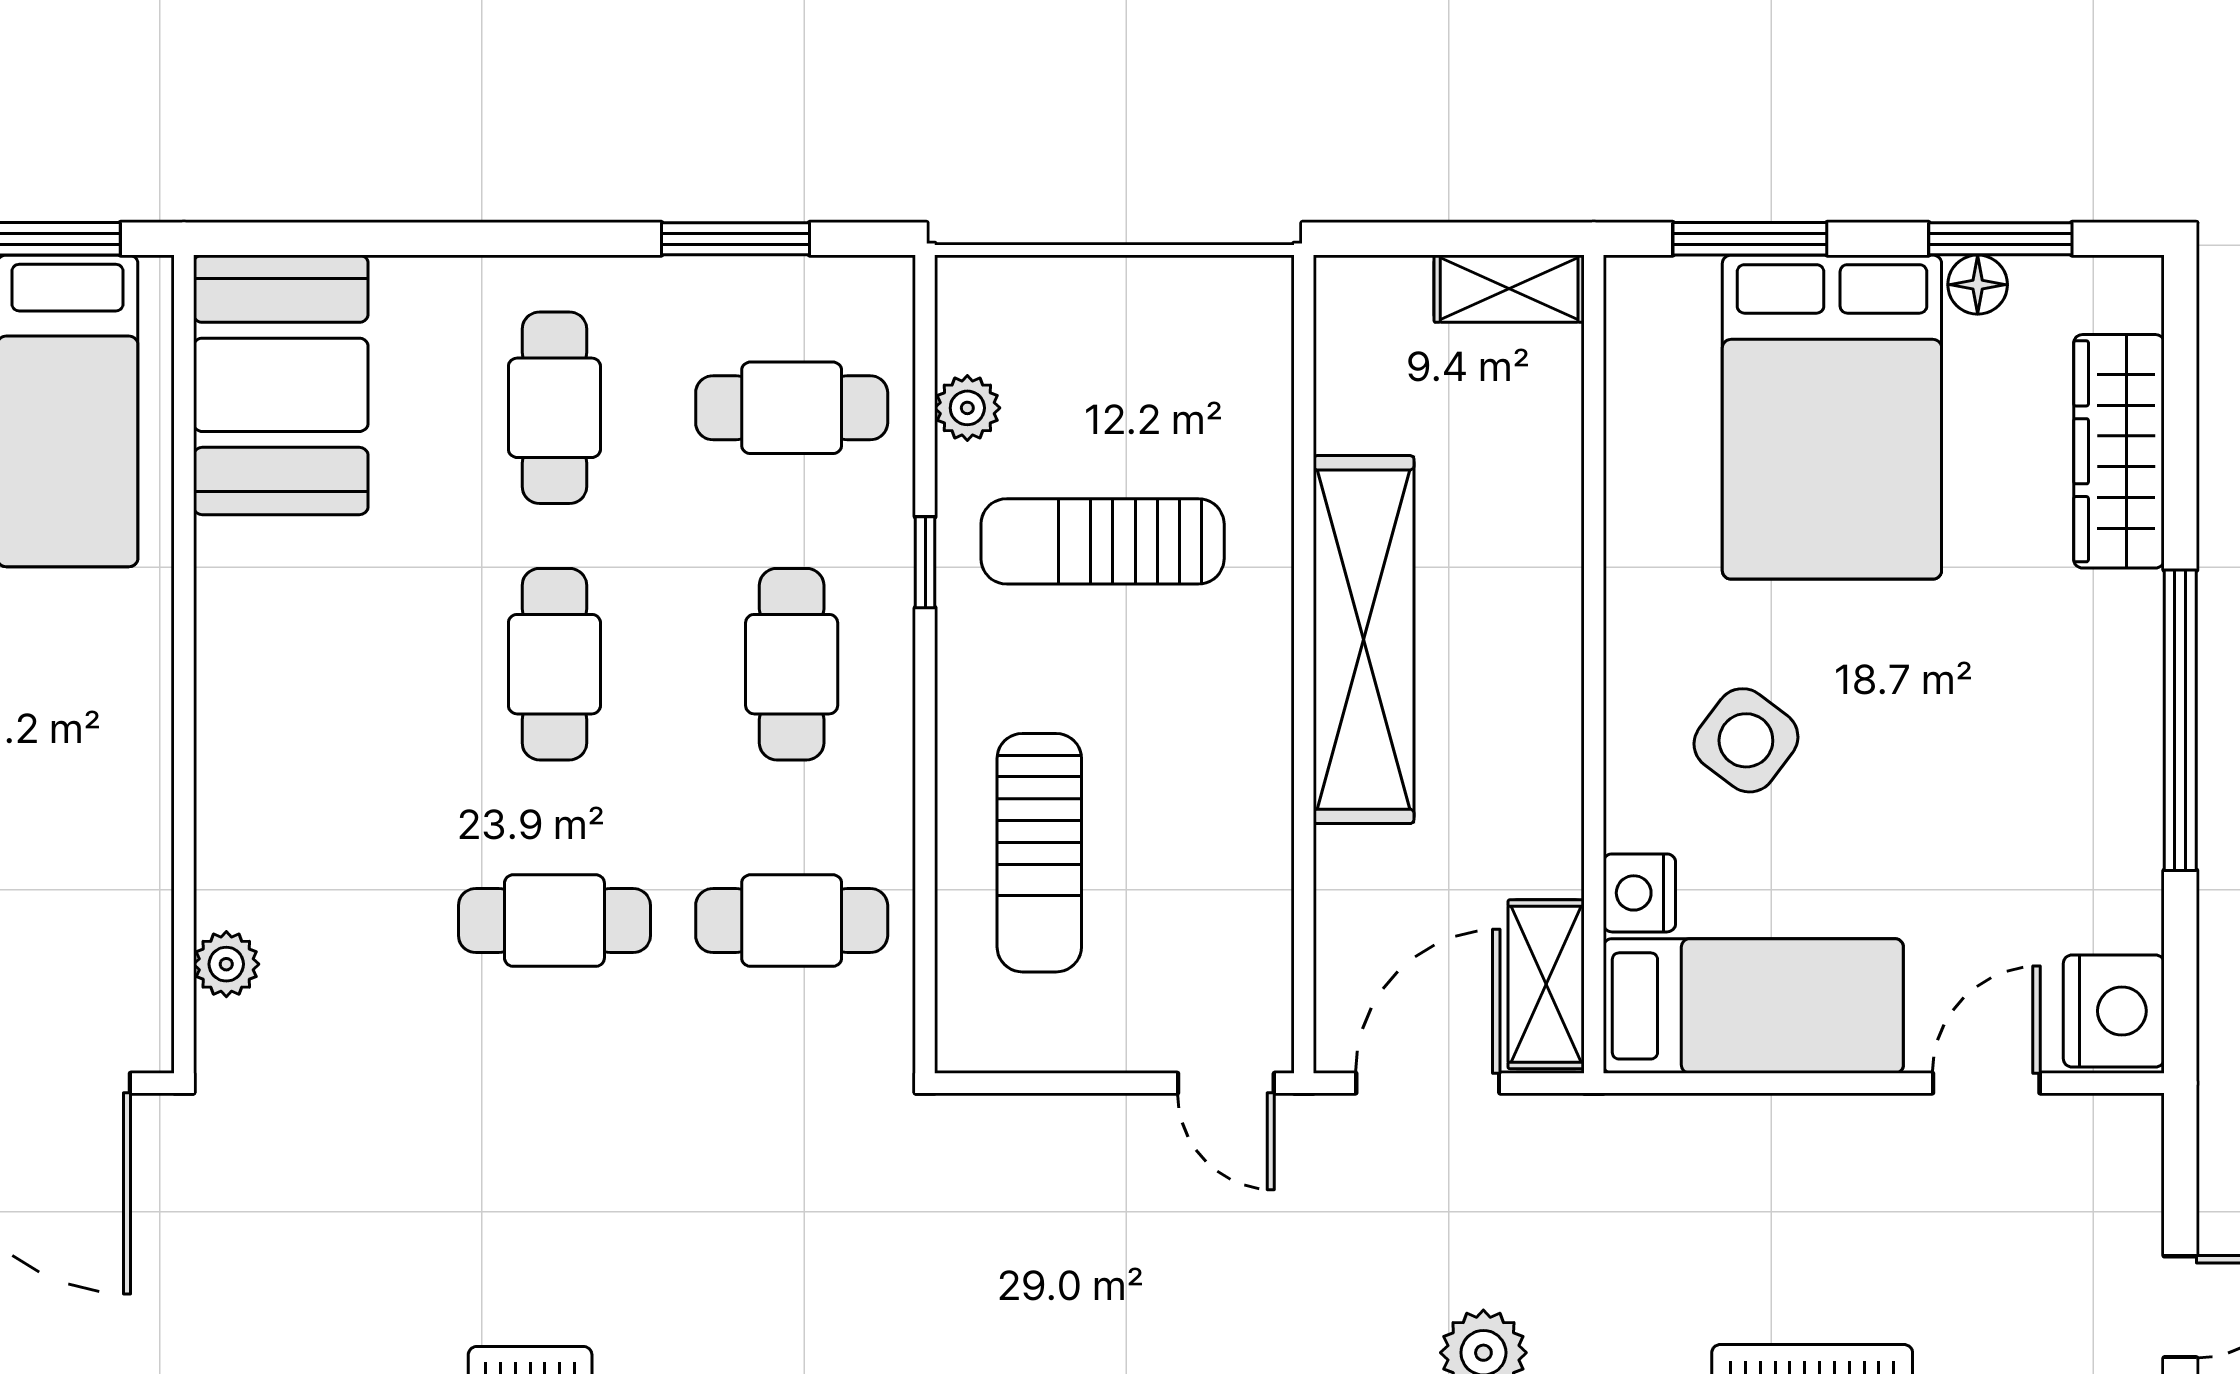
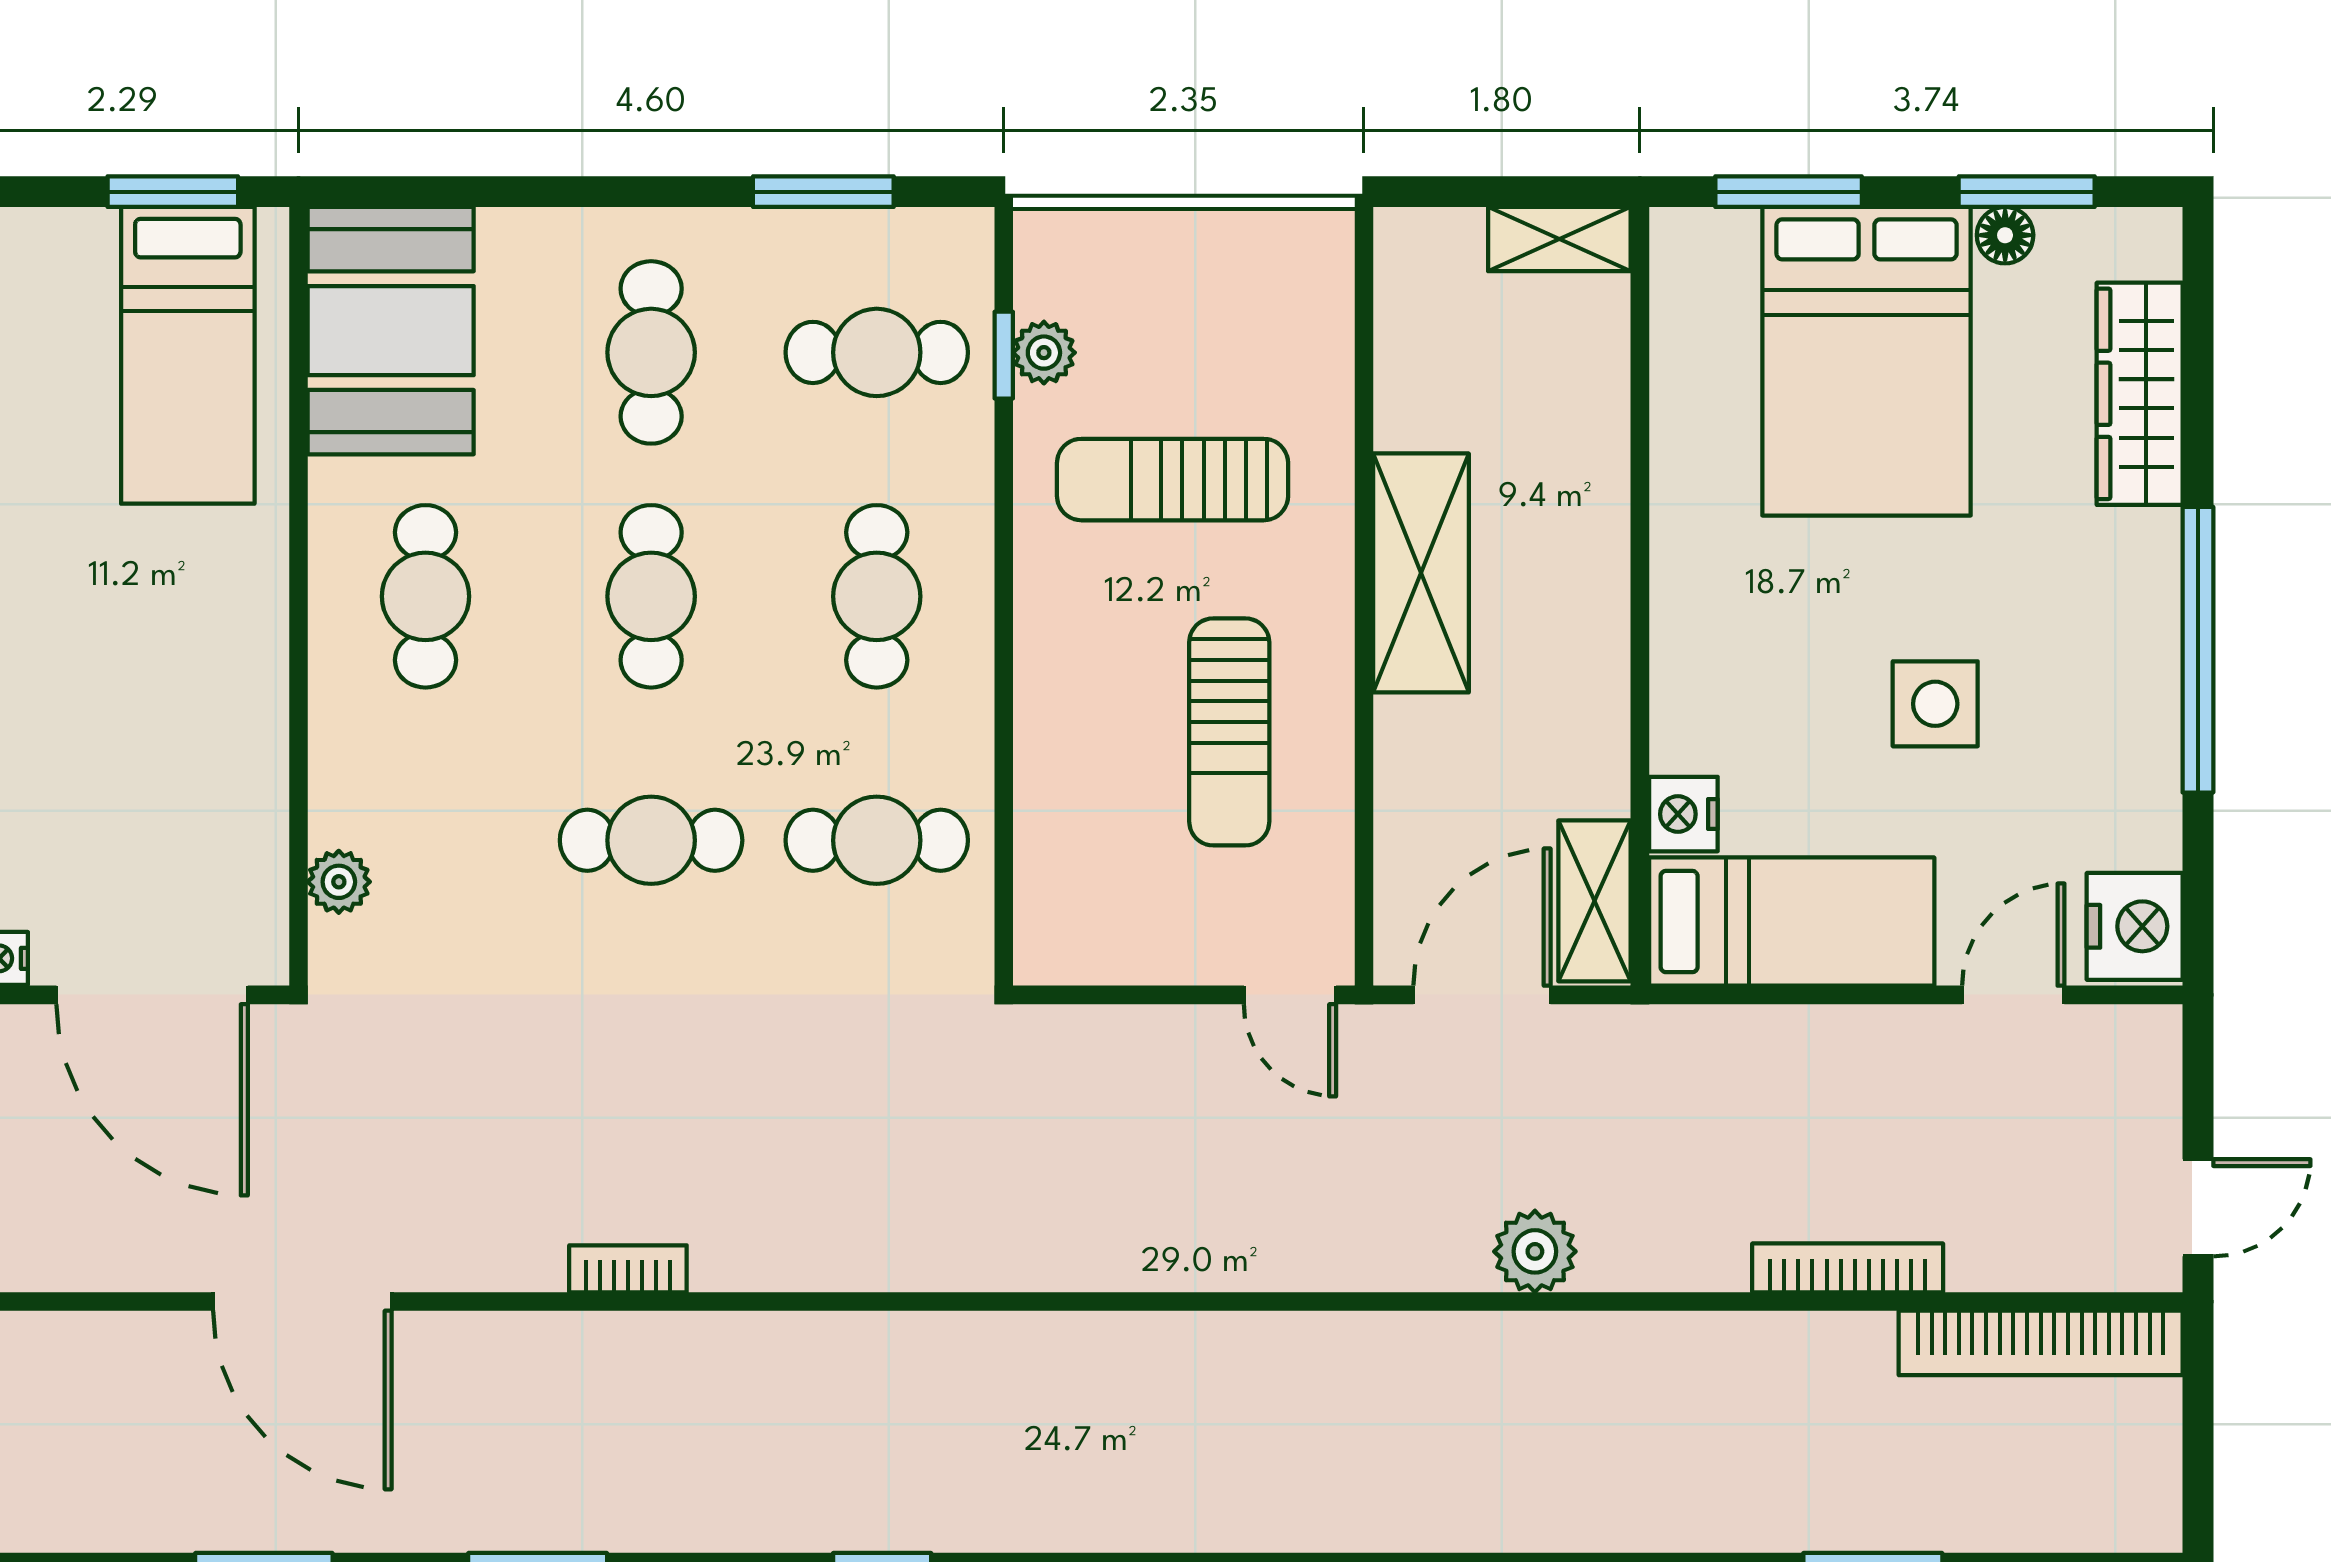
window: (925, 562) -> (1004, 355), moved
shelving: (1364, 640) -> (1421, 573), width x0.68
cafe table: (317, 664) -> (425, 596), added
side table: (1746, 740) -> (1935, 704), moved, turned -37
sun lounger: (1039, 853) -> (1229, 732), moved

